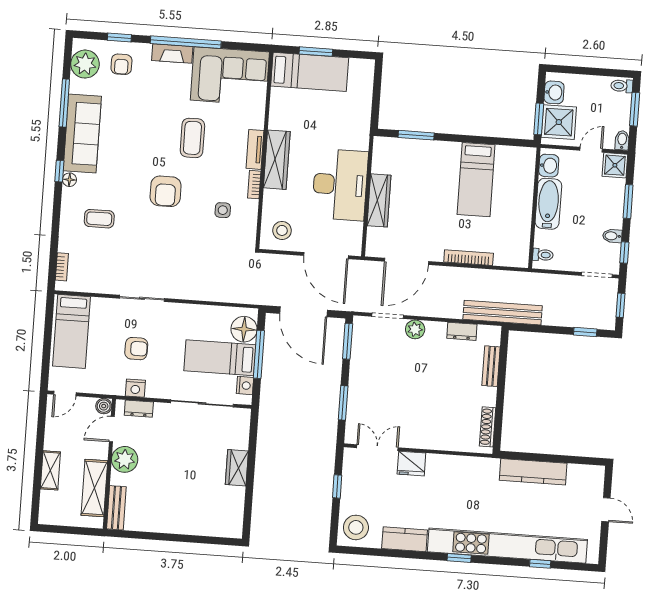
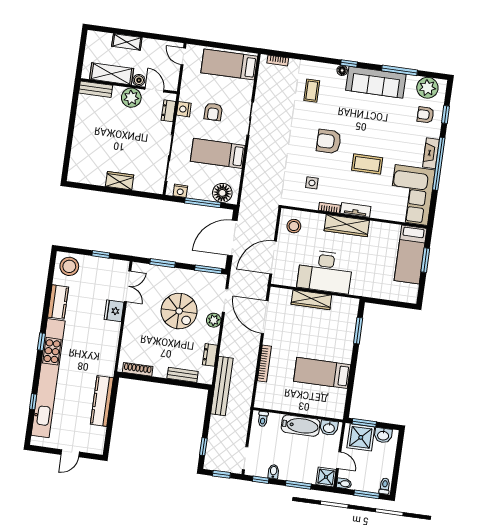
bed: (220, 358) -> (218, 153), moved, turned -90
spiral stairs: (406, 376) -> (179, 311), added
boiler: (104, 406) -> (139, 80), moved

